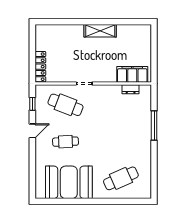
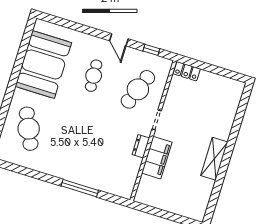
locker: (40, 67) -> (187, 71), width x0.66
filing cabinet: (132, 74) -> (157, 158), moved
dresser: (131, 89) -> (141, 146), moved

